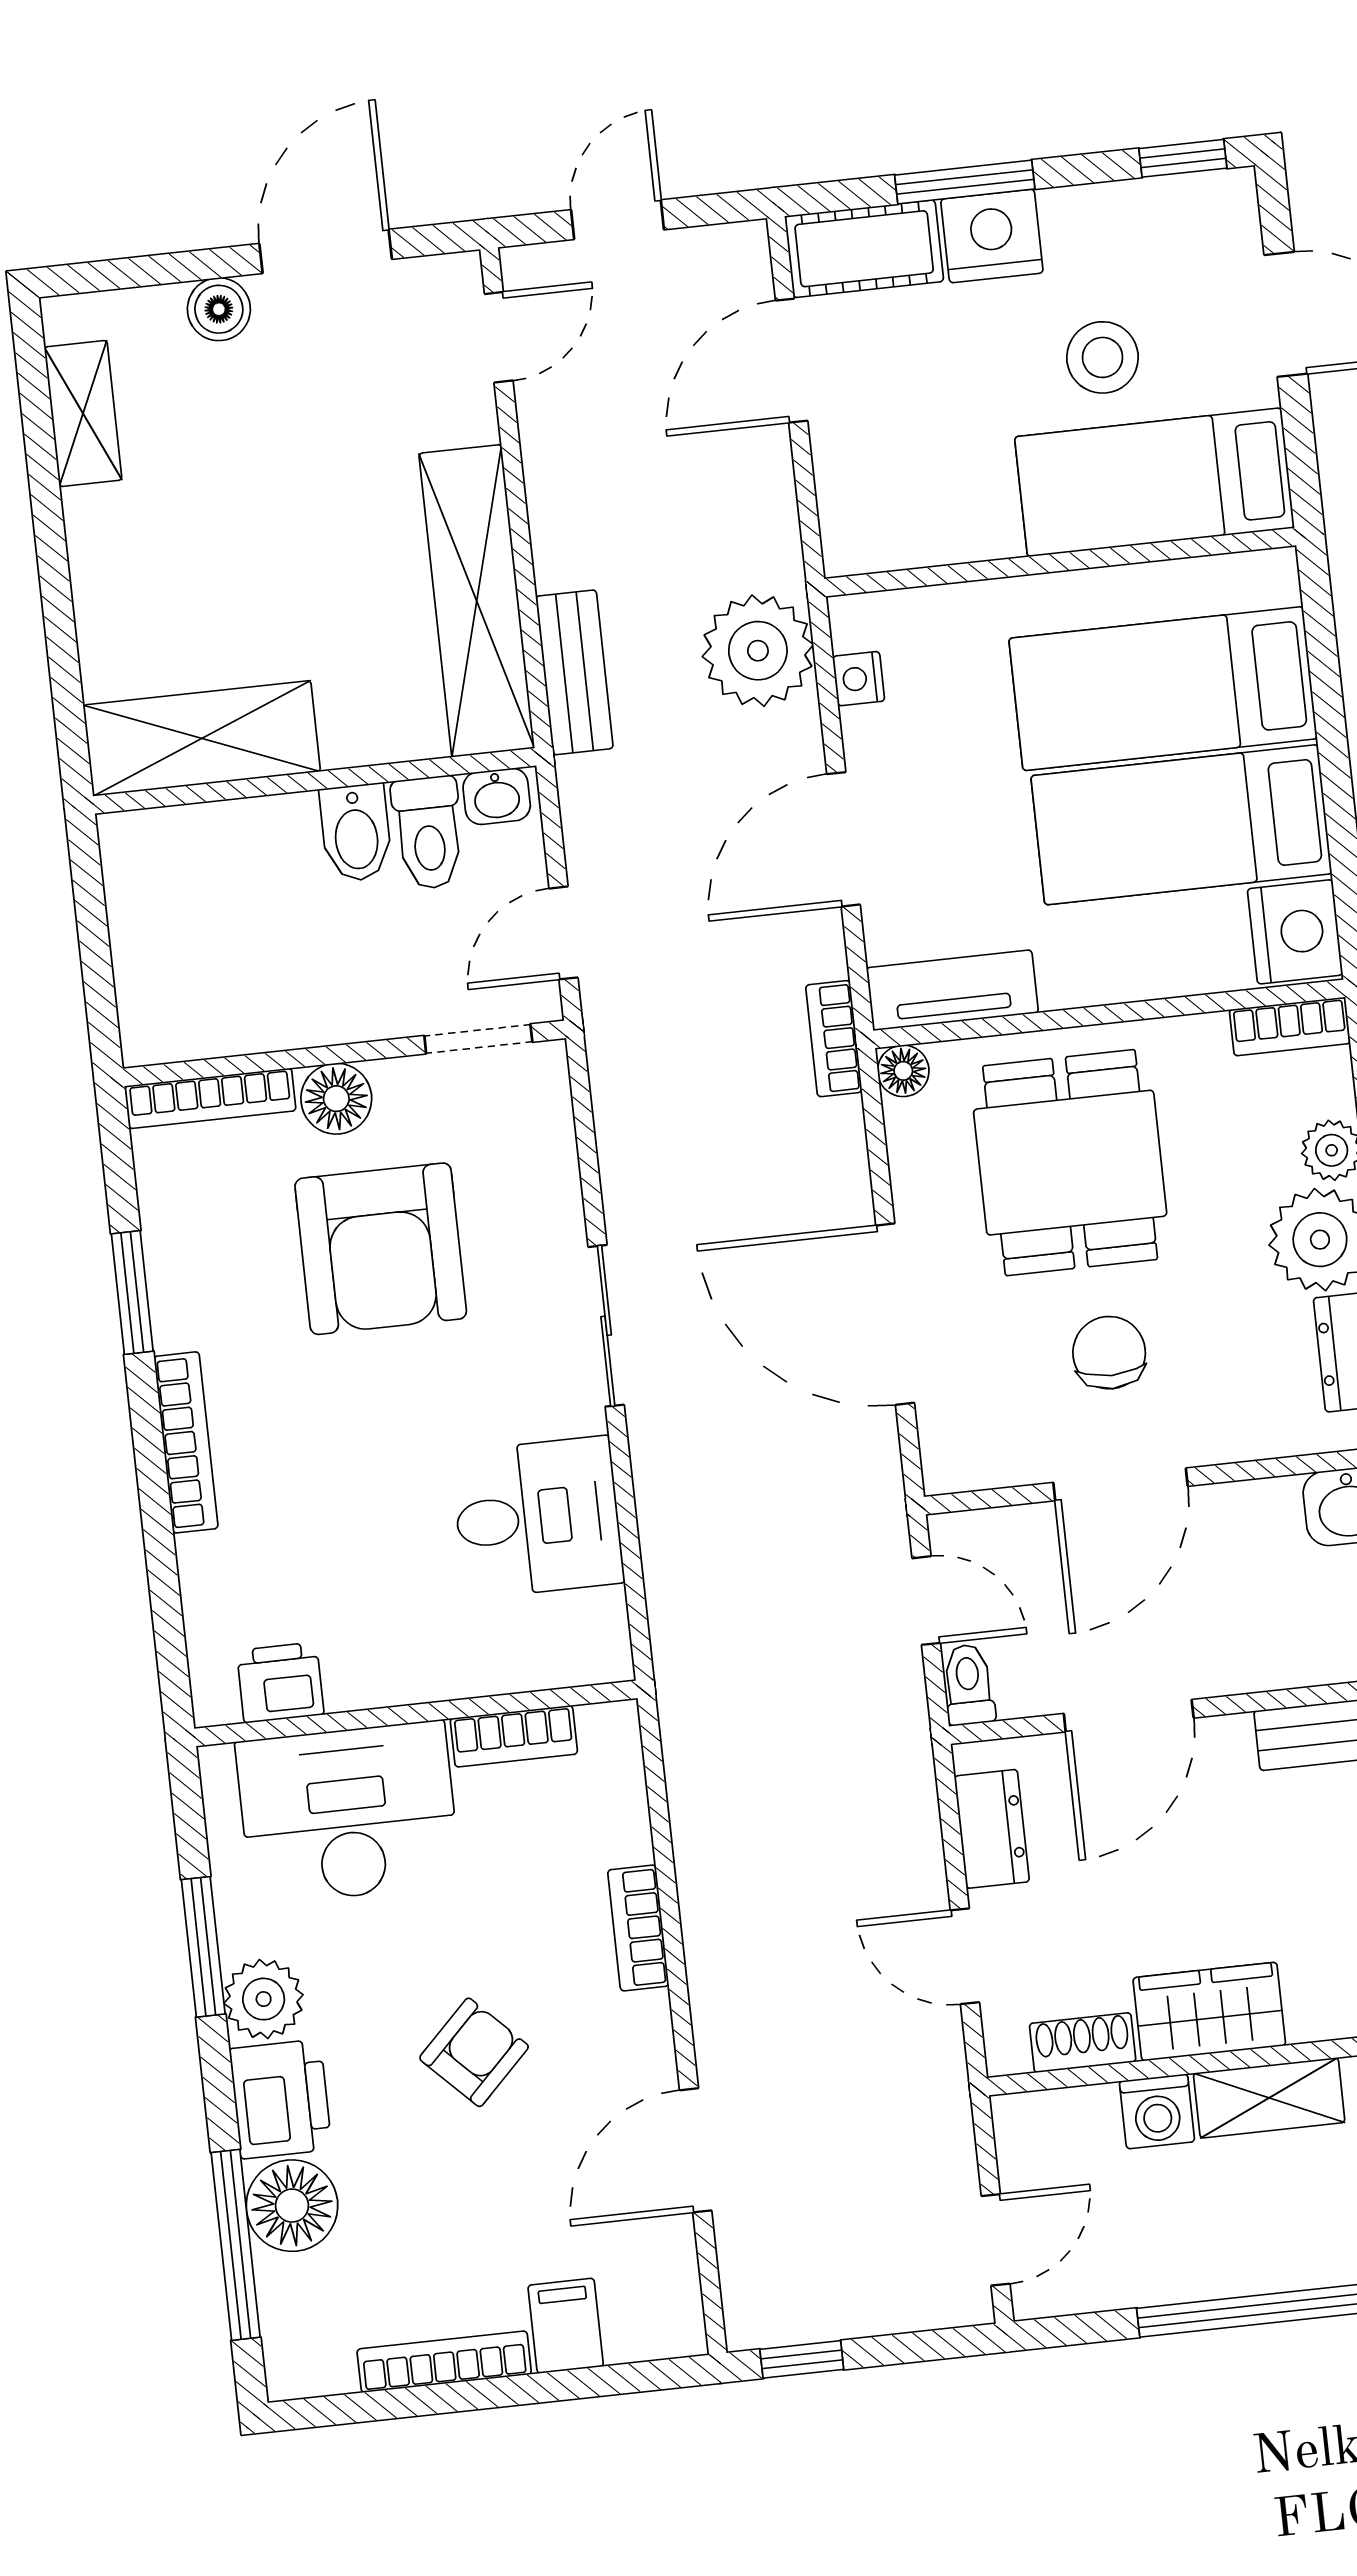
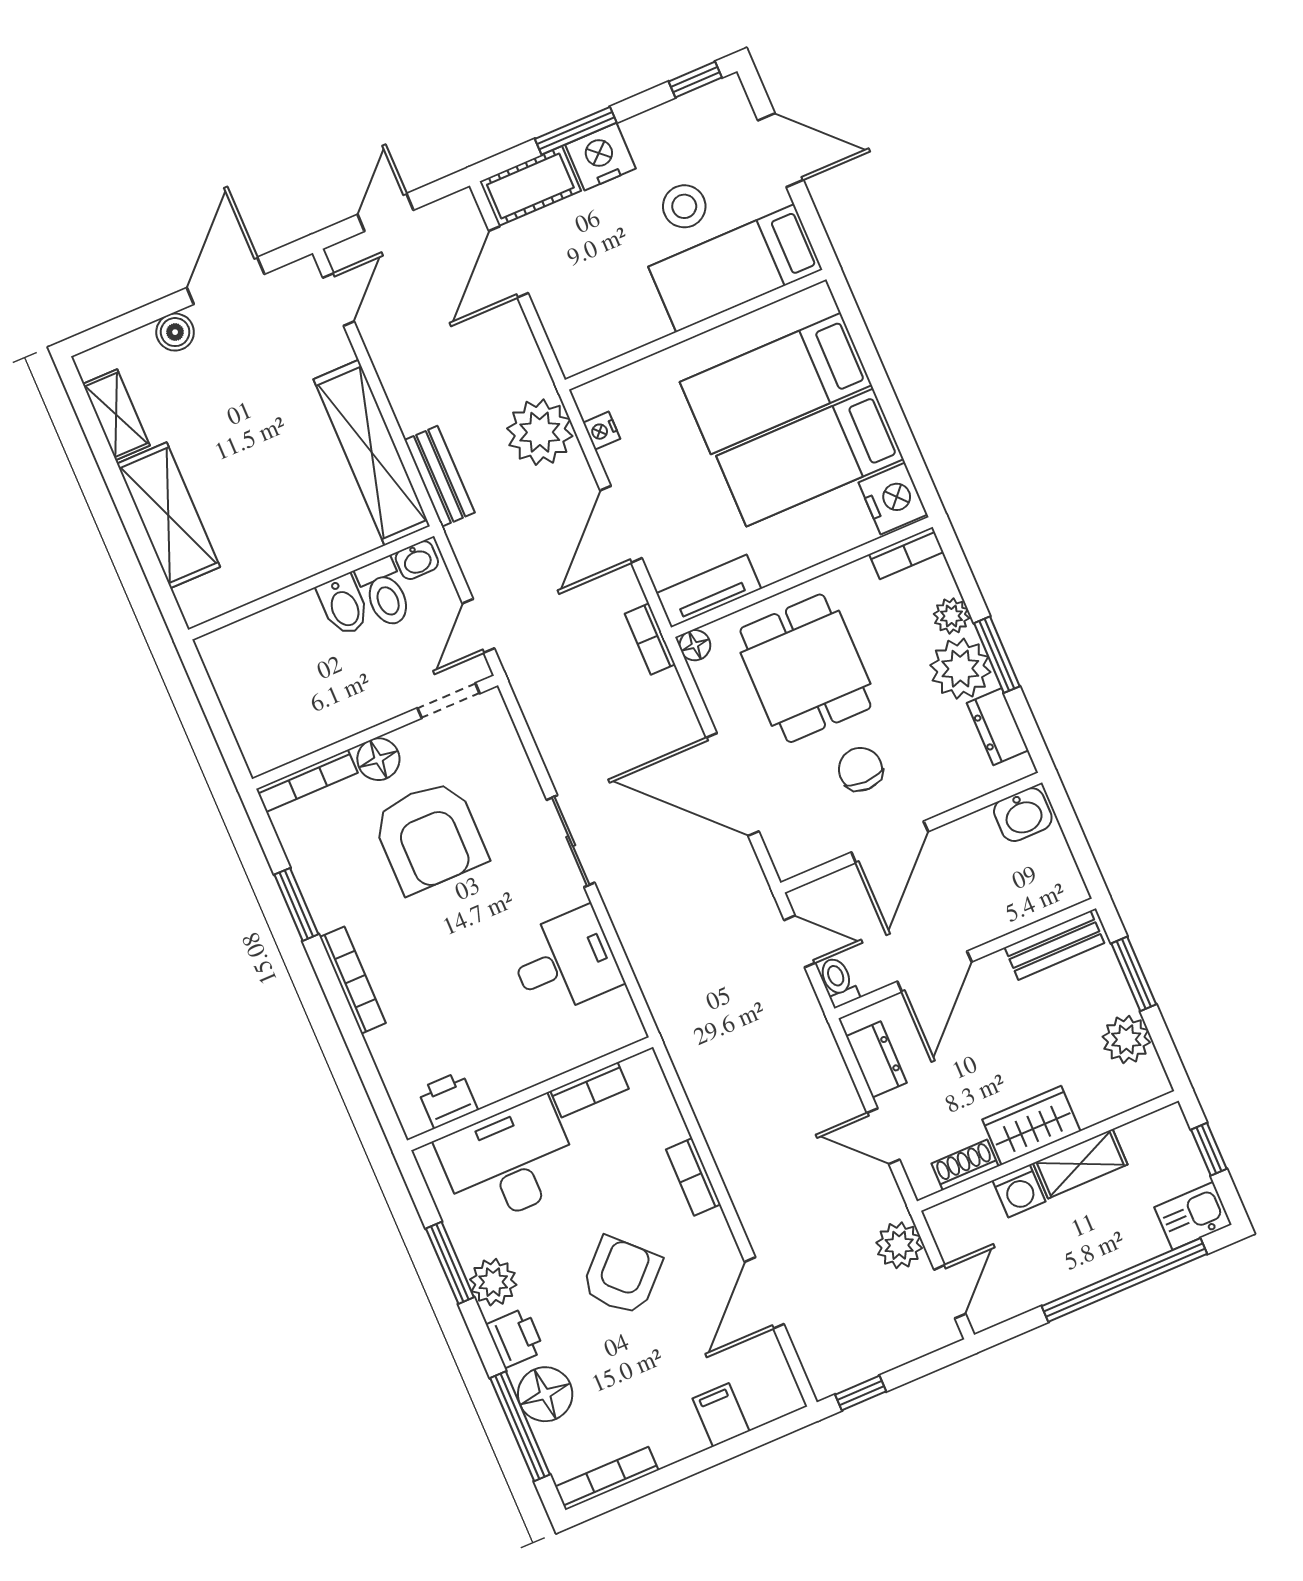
shelving: (202, 738) -> (168, 515), moved, turned 90
armchair: (474, 2052) -> (622, 1276), width x1.38, depth x1.38
printer: (281, 2099) -> (515, 1338), width x0.73, depth x0.81
plant: (937, 2140) -> (899, 1245), added
bookcase: (444, 2362) -> (607, 1478), moved

